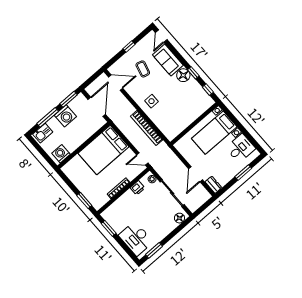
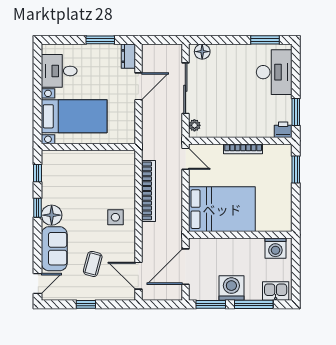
window: (243, 172) -> (100, 40), moved
printer: (138, 188) -> (283, 130), moved

